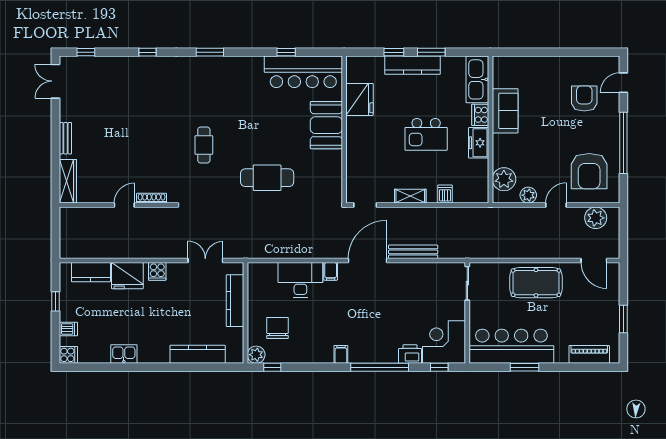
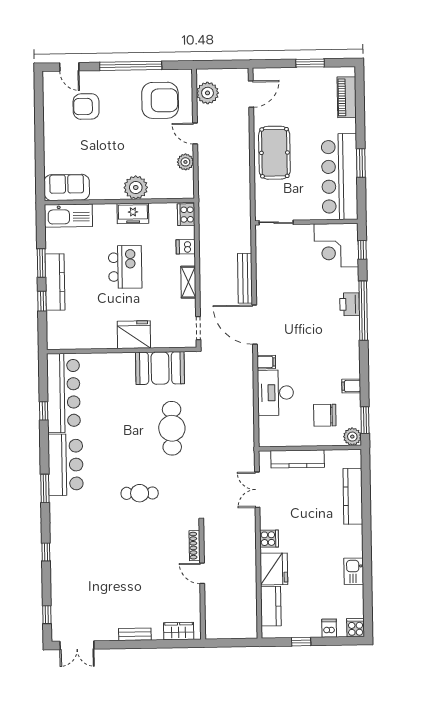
bar counter: (233, 73) -> (66, 465), added
fridge: (360, 99) -> (134, 335), moved
sofa: (505, 111) -> (67, 187), moved
cooker: (480, 115) -> (186, 215), moved, turned 90
booth: (326, 125) -> (160, 368), moved
plant: (504, 179) -> (136, 187), moved
wardrobe: (68, 181) -> (179, 631), width x0.67
filing cabinet: (341, 354) -> (351, 386), moved
printer: (410, 354) -> (350, 304), moved
window: (272, 367) -> (365, 420), width x1.50

